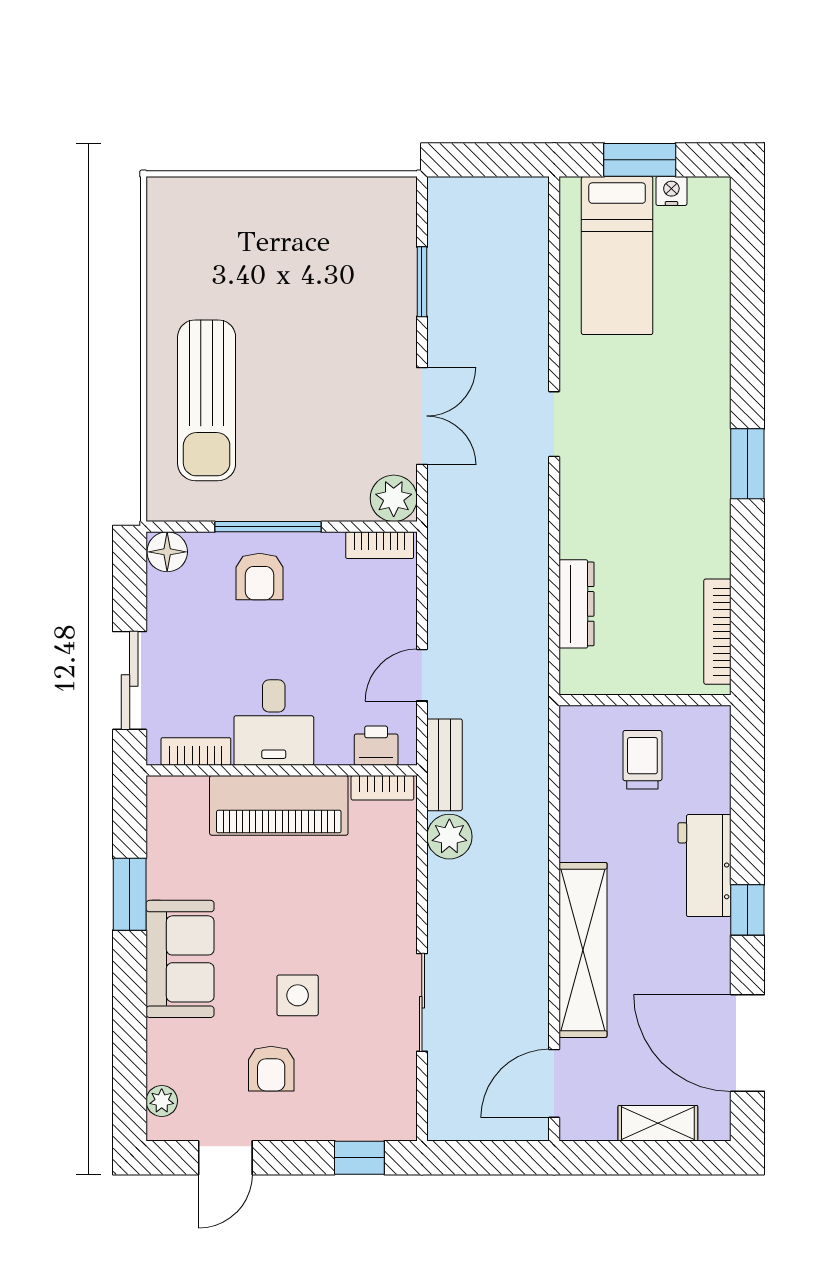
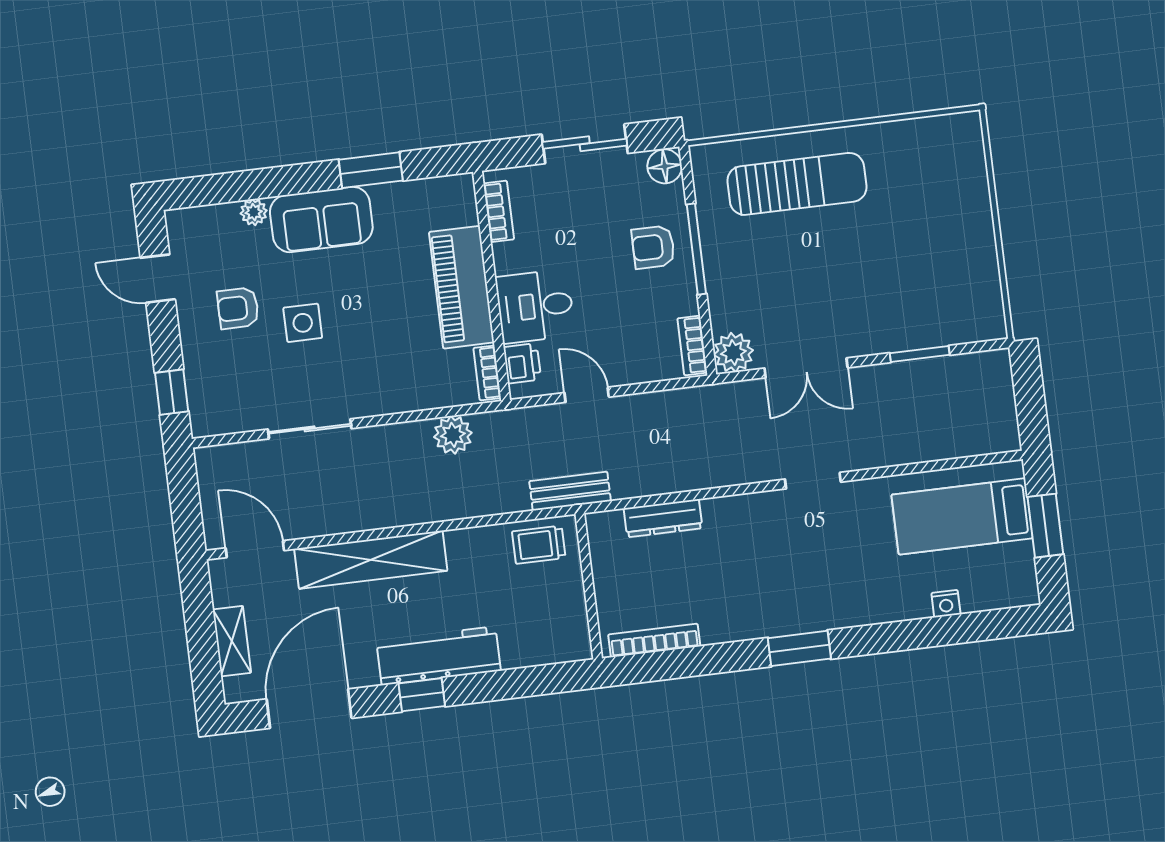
nightstand: (671, 191) -> (946, 604), moved, turned 90
sun lounger: (207, 400) -> (797, 184), turned 180
sliding door: (130, 680) -> (585, 144), moved
desk: (274, 723) -> (535, 306), moved
trolley: (642, 760) -> (539, 545), moved, turned 180
bench: (445, 765) -> (570, 491), moved
workbench: (705, 866) -> (439, 656), width x1.38
plant: (162, 1101) -> (254, 212), moved

